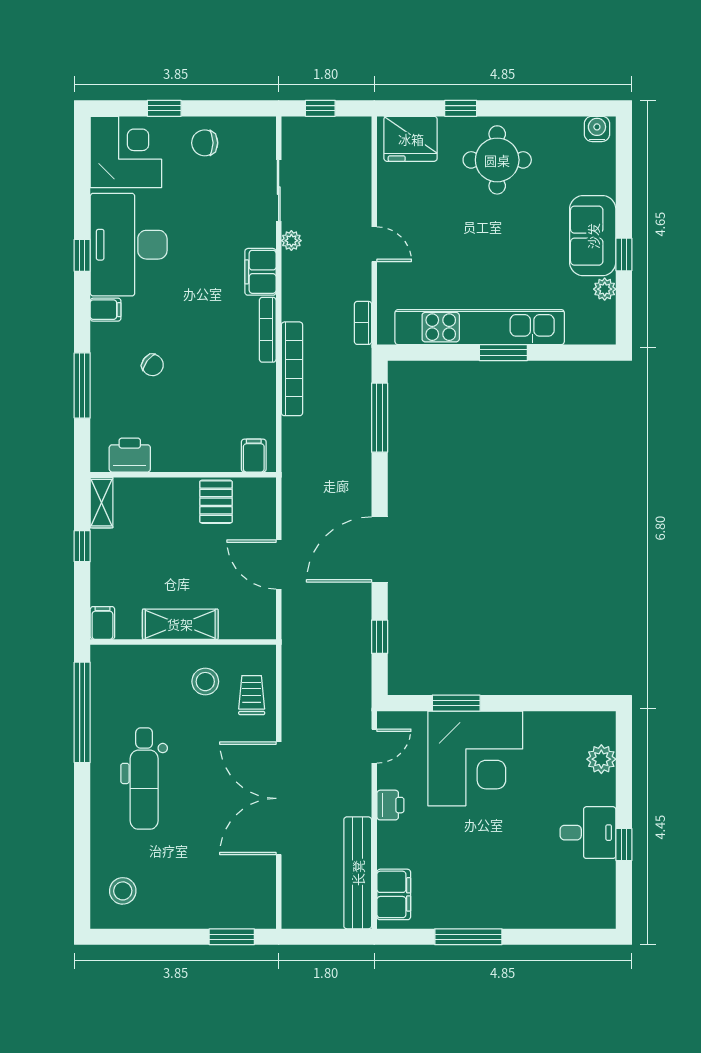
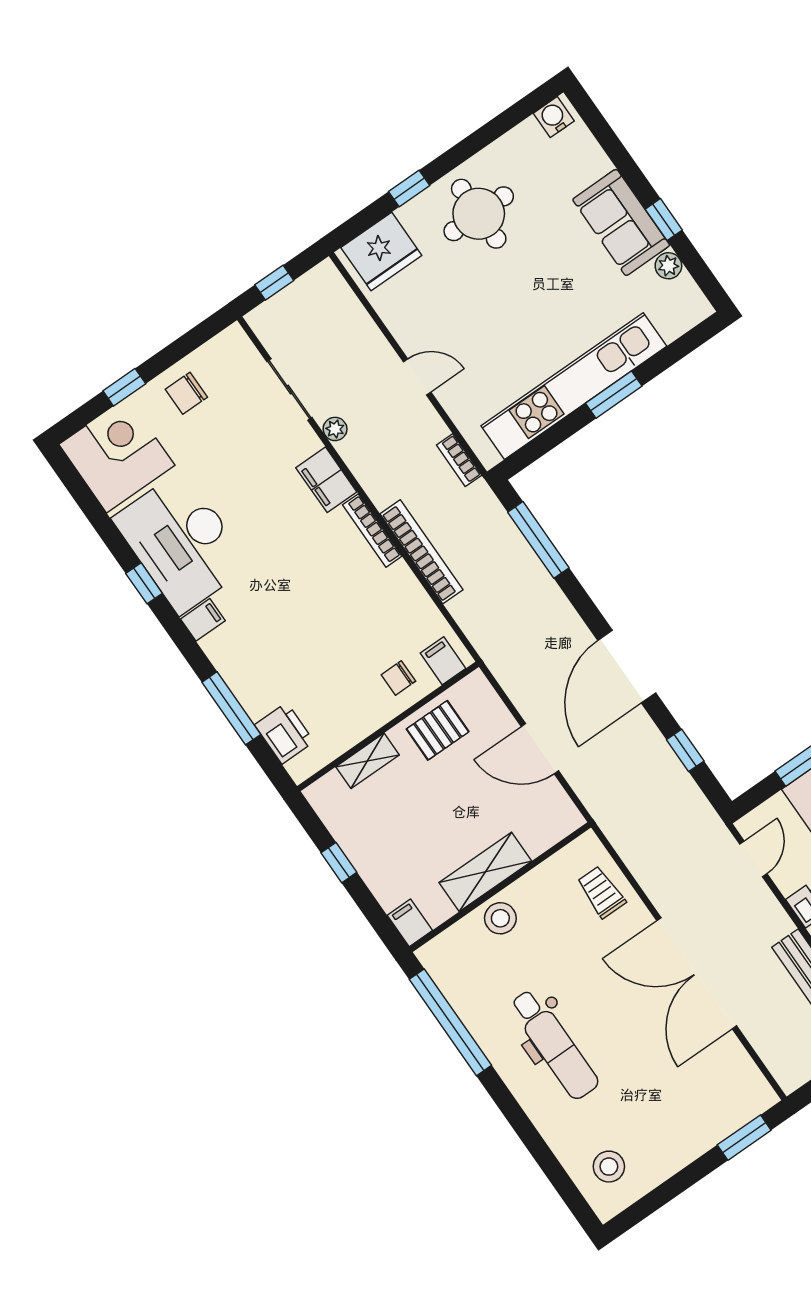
chair: (153, 365) -> (398, 678), moved, turned 143
printer: (130, 455) -> (284, 733), moved, turned 90
pallet: (216, 502) -> (438, 730), turned 90
shelving: (102, 503) -> (367, 761), moved, turned 90
stool: (205, 682) -> (500, 918), moved

